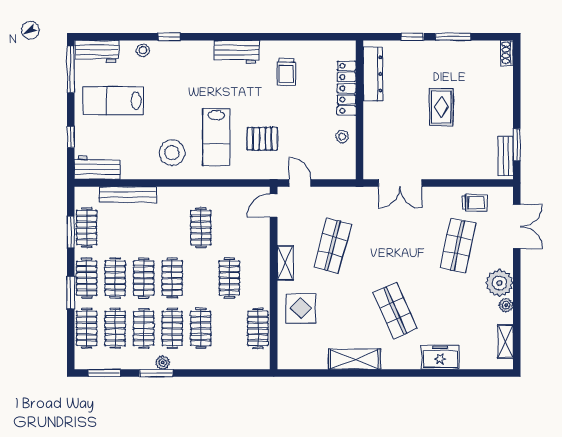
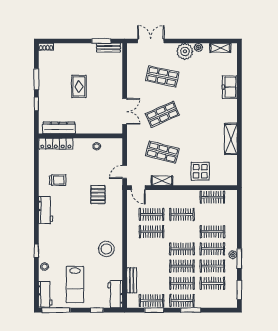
locker: (347, 88) -> (56, 144), moved
rug: (441, 107) -> (79, 86), turned 90
lab bench: (216, 137) -> (97, 222), removed
bench: (128, 195) -> (132, 280), width x0.73
trolley: (475, 203) -> (137, 66), removed
shelving: (285, 263) -> (162, 181), moved
shop shelf: (395, 311) -> (162, 114), moved
clothes rail: (87, 328) -> (152, 214), moved

